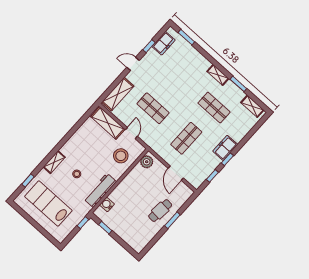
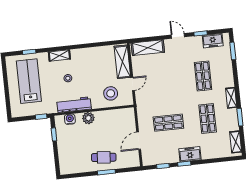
shop shelf: (153, 108) -> (203, 76), moved
plant: (147, 162) -> (88, 118), moved

